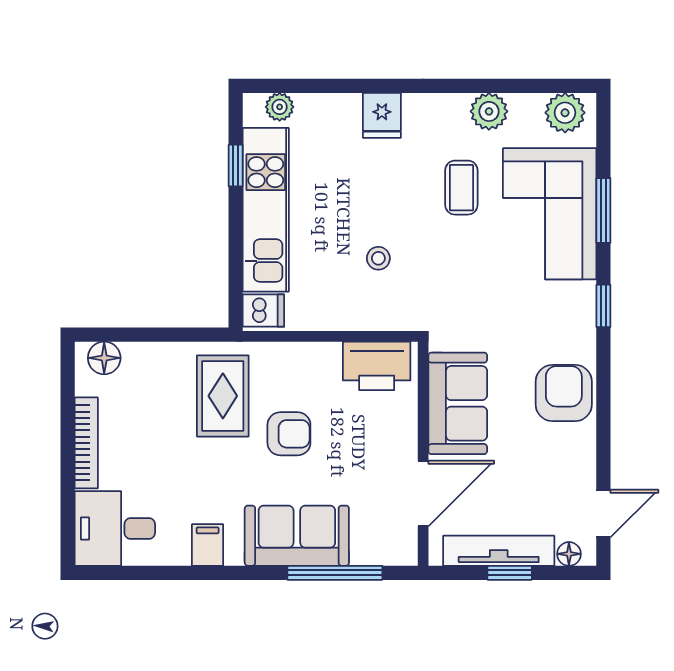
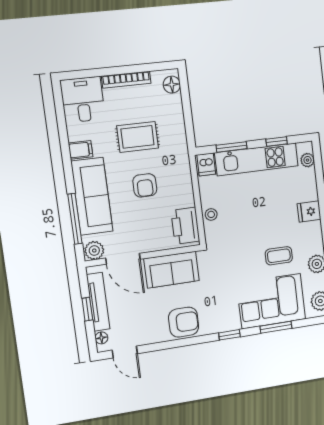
window: (236, 257) -> (231, 147), added
stool: (378, 258) -> (211, 214), moved
rug: (223, 396) -> (138, 137), moved
sofa: (297, 536) -> (92, 196), width x1.36
plant: (400, 545) -> (94, 251), added

